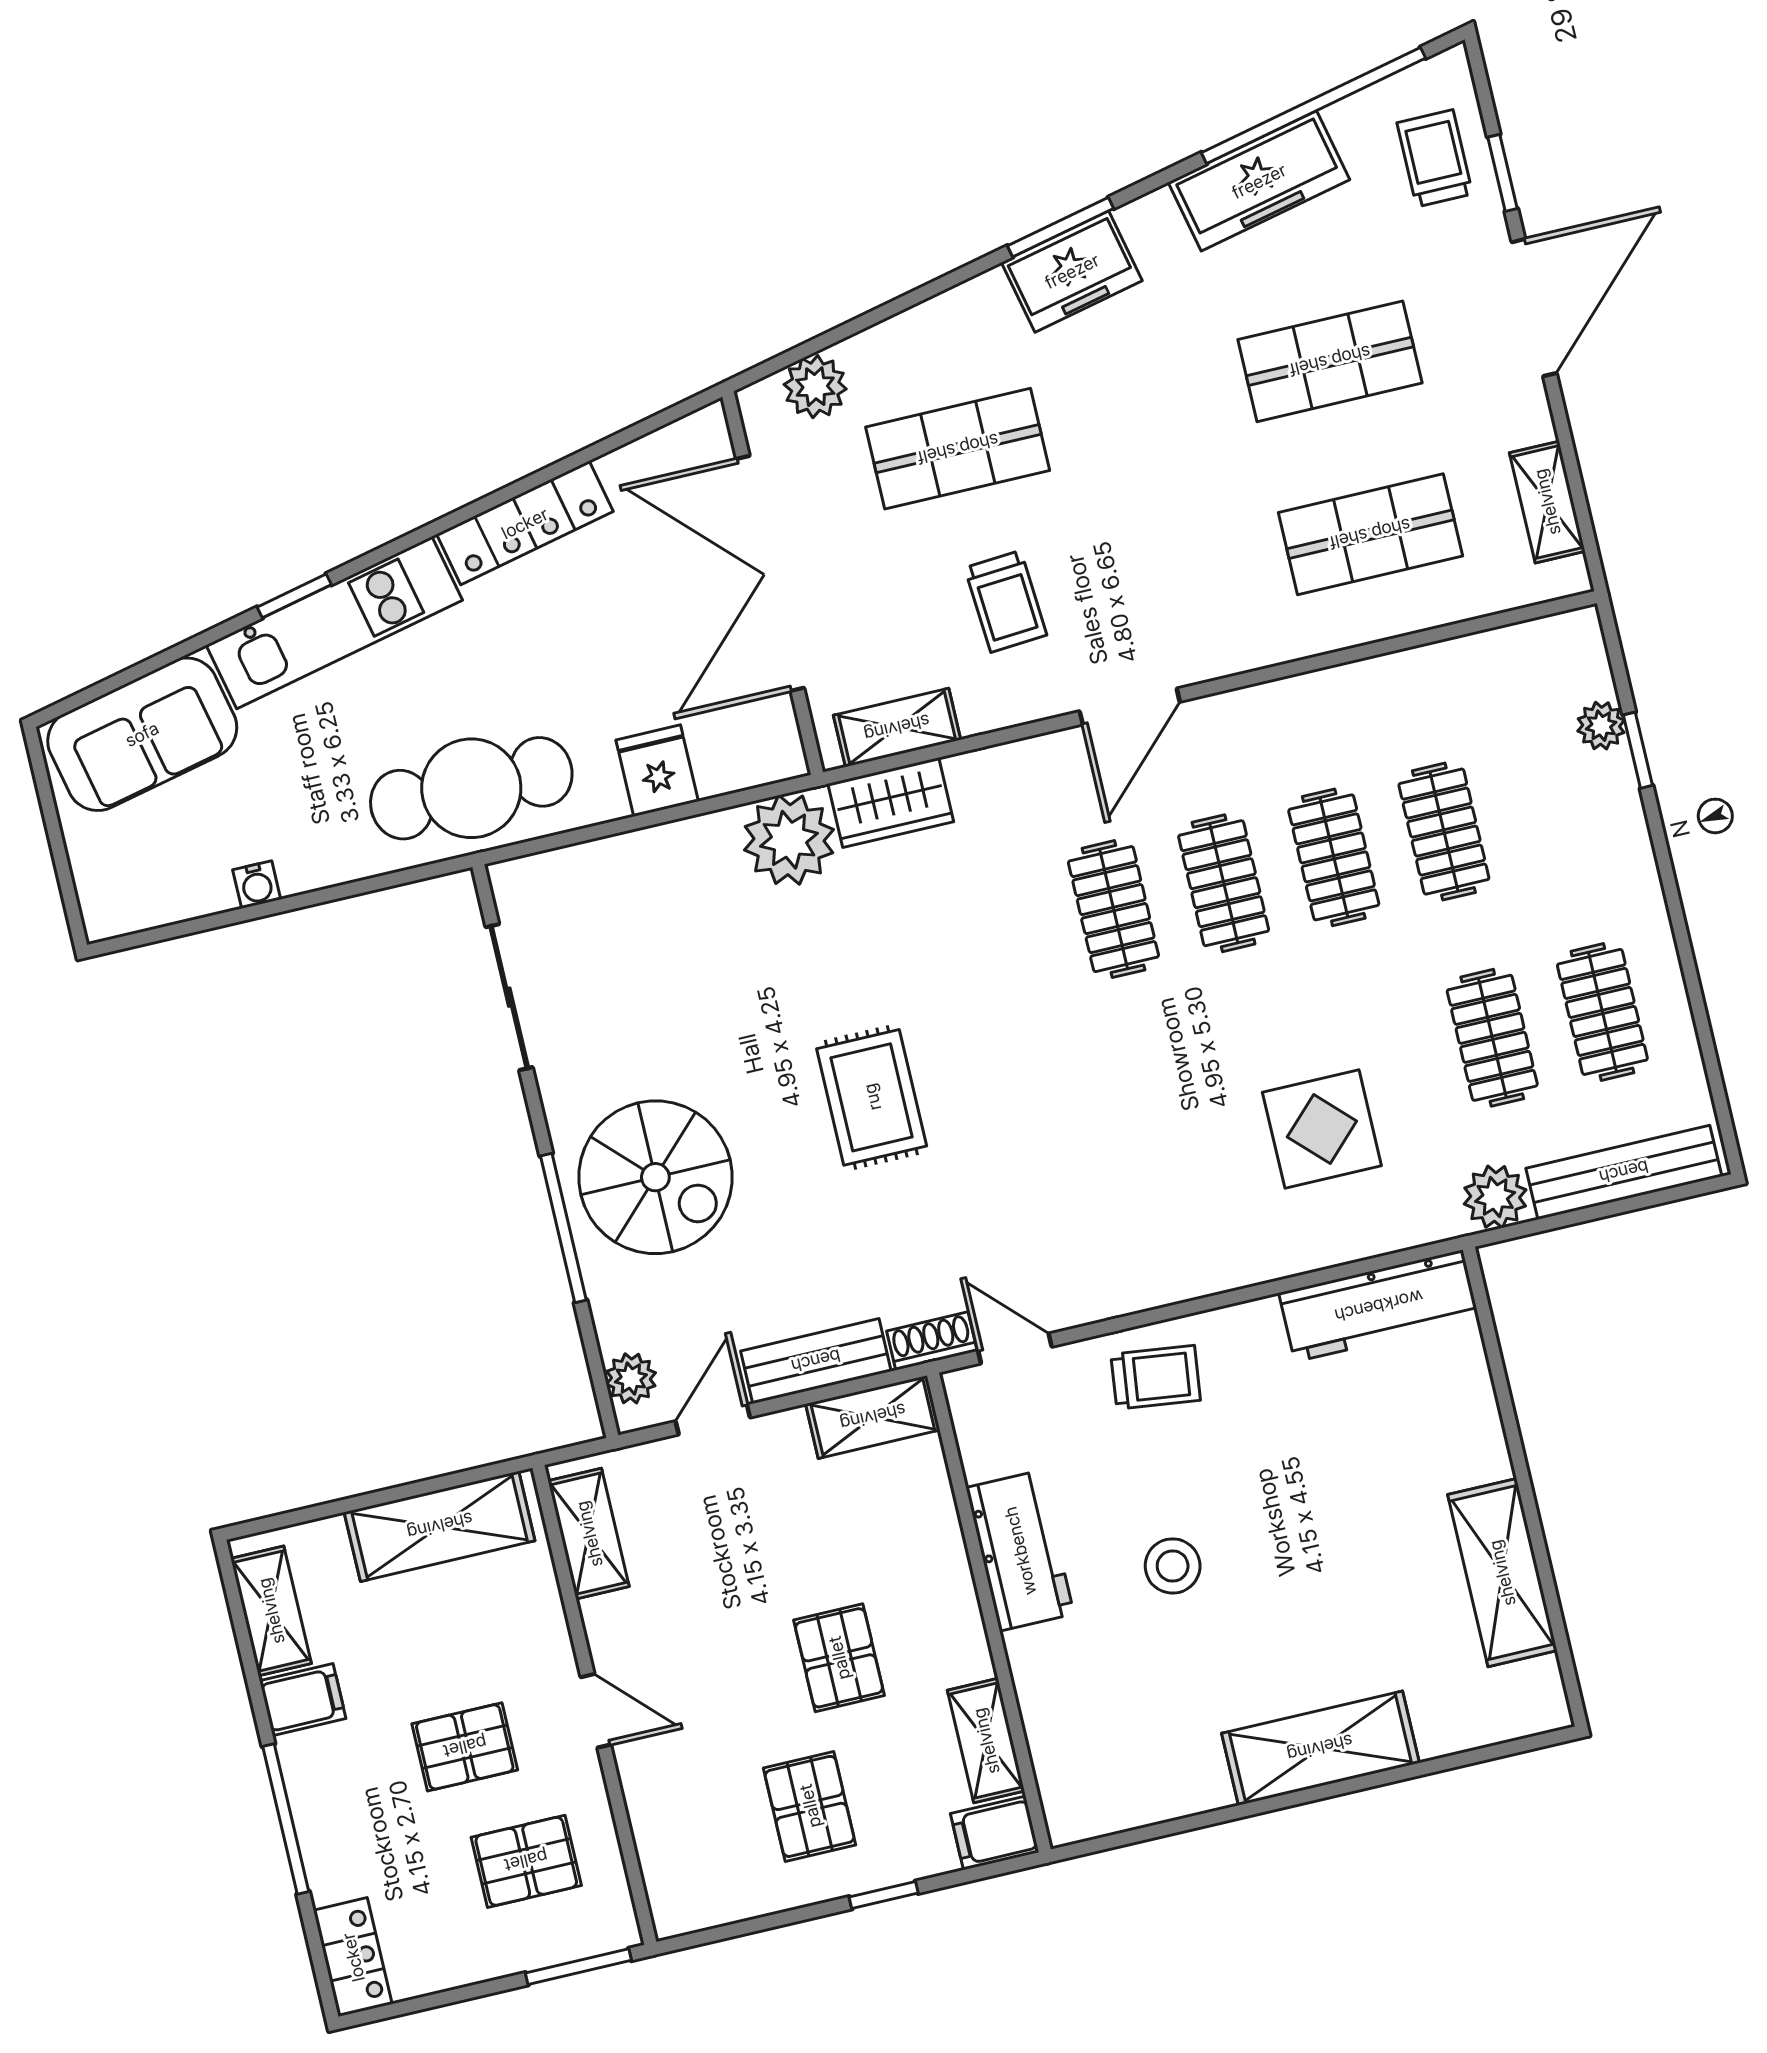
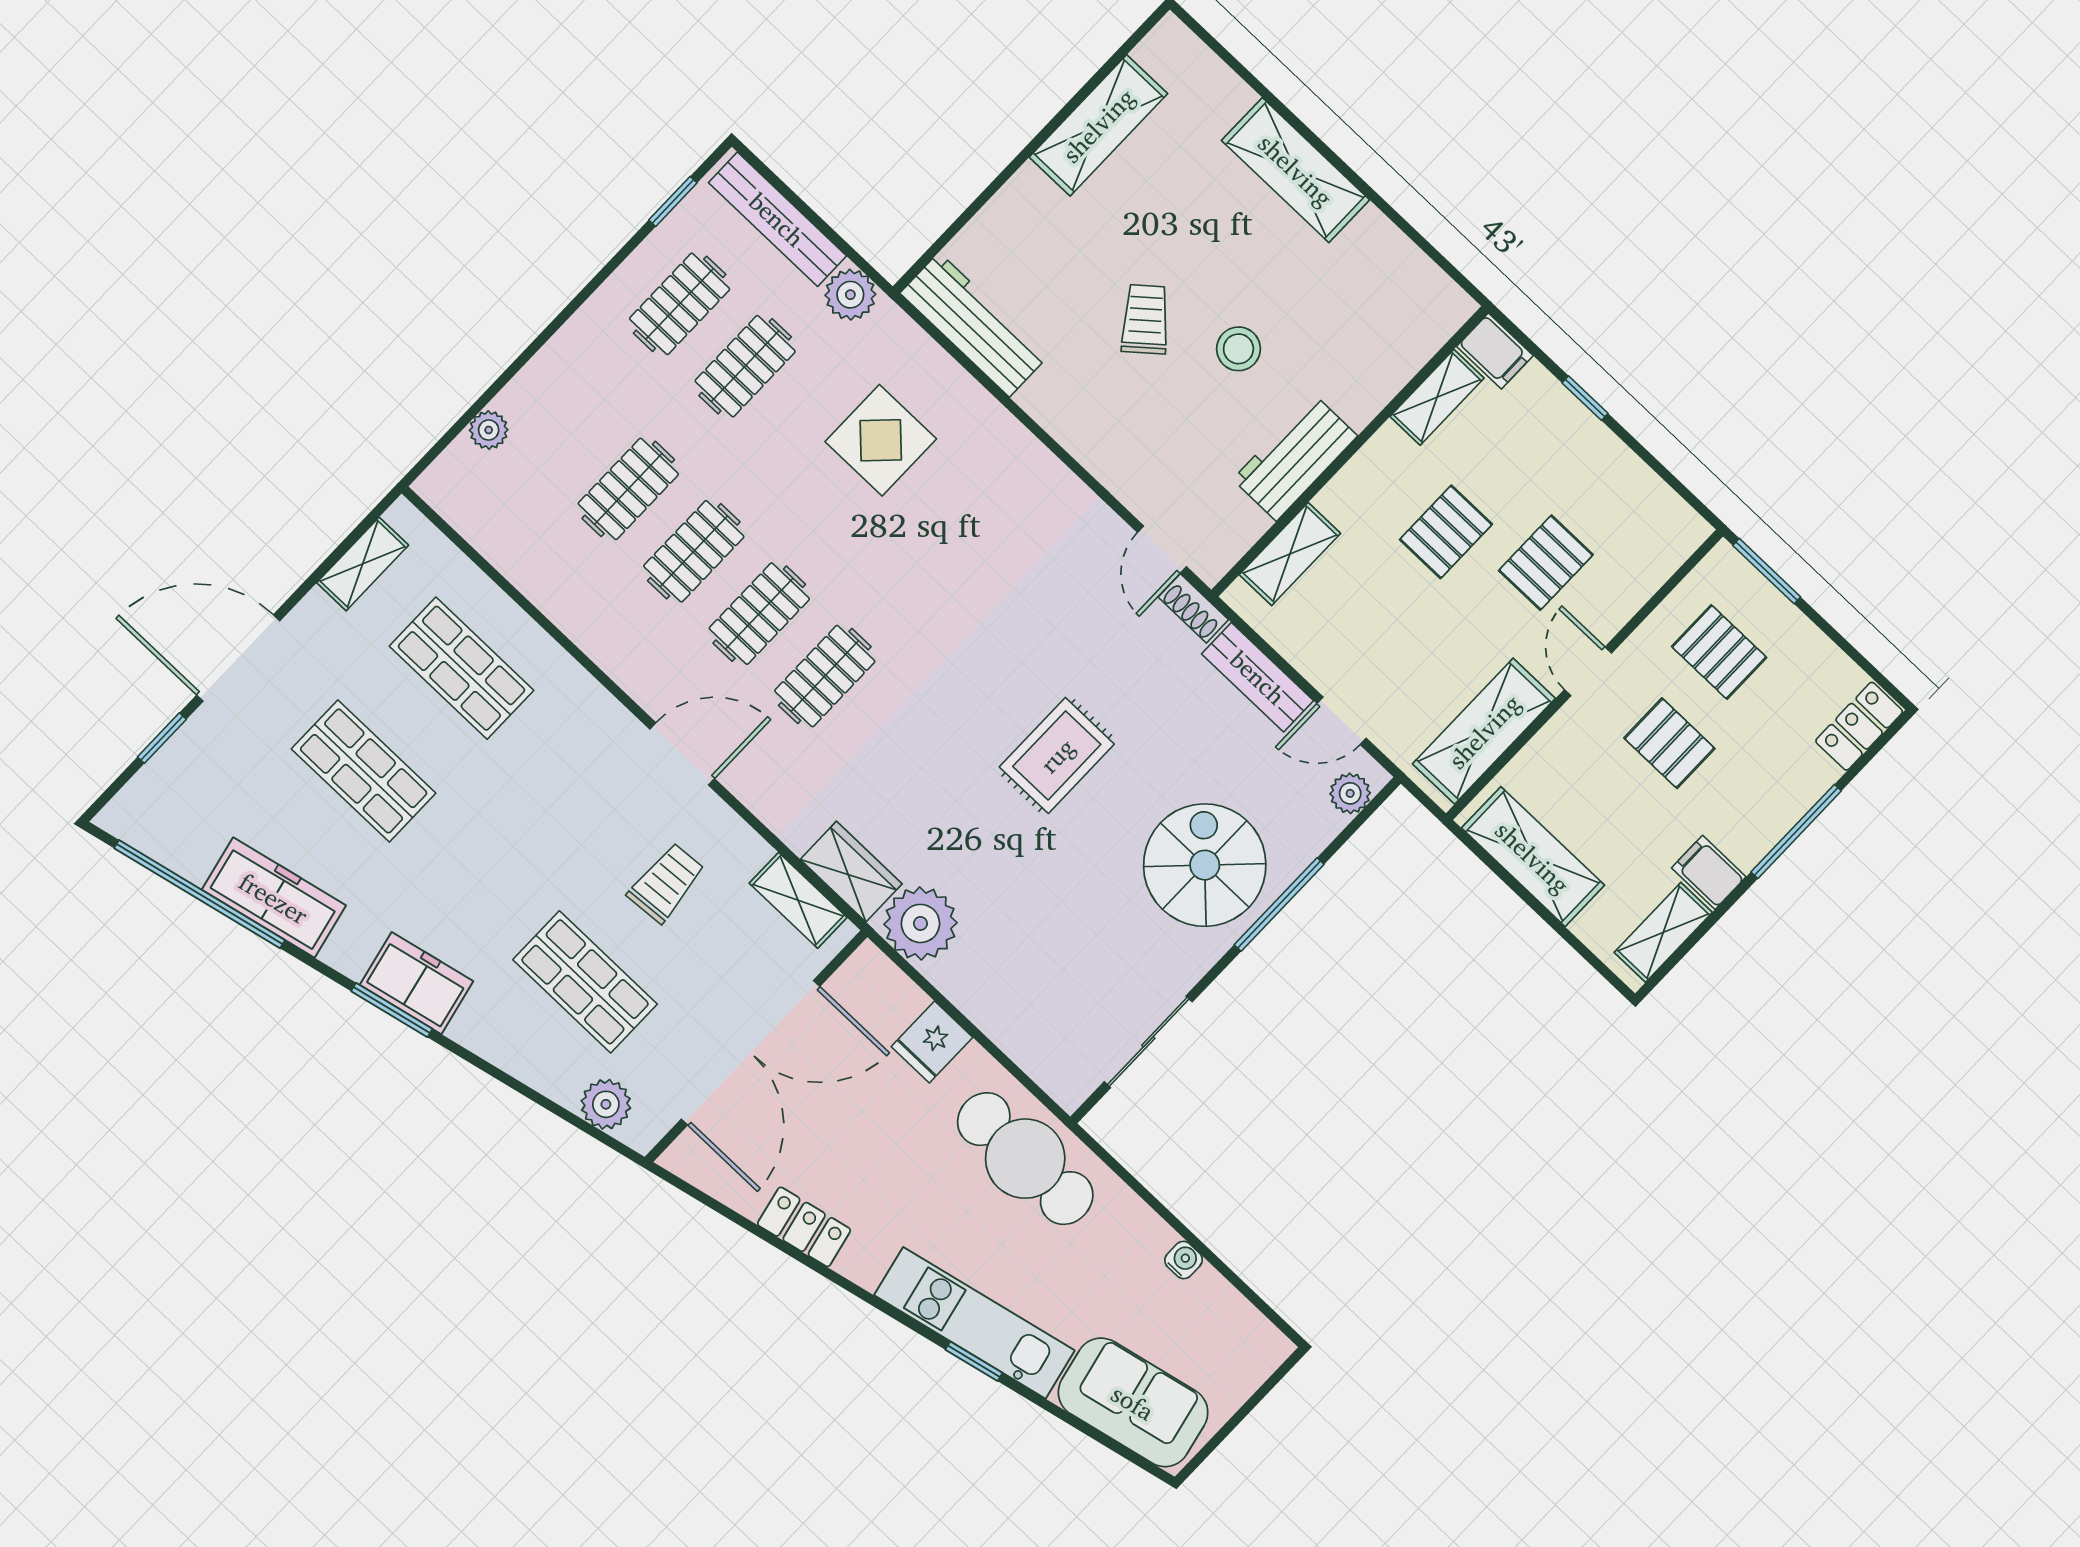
trolley: (1435, 158) -> (182, 790), removed
locker: (525, 523) -> (804, 1227), width x0.66
window: (1638, 750) -> (673, 201), moved
trolley: (1156, 1377) -> (1145, 319), moved, turned 43
shelving: (873, 1417) -> (1290, 554), moved, turned 90
shelving: (589, 1534) -> (1484, 731), width x1.50, depth x1.33
pallet: (810, 1806) -> (1546, 563), moved

